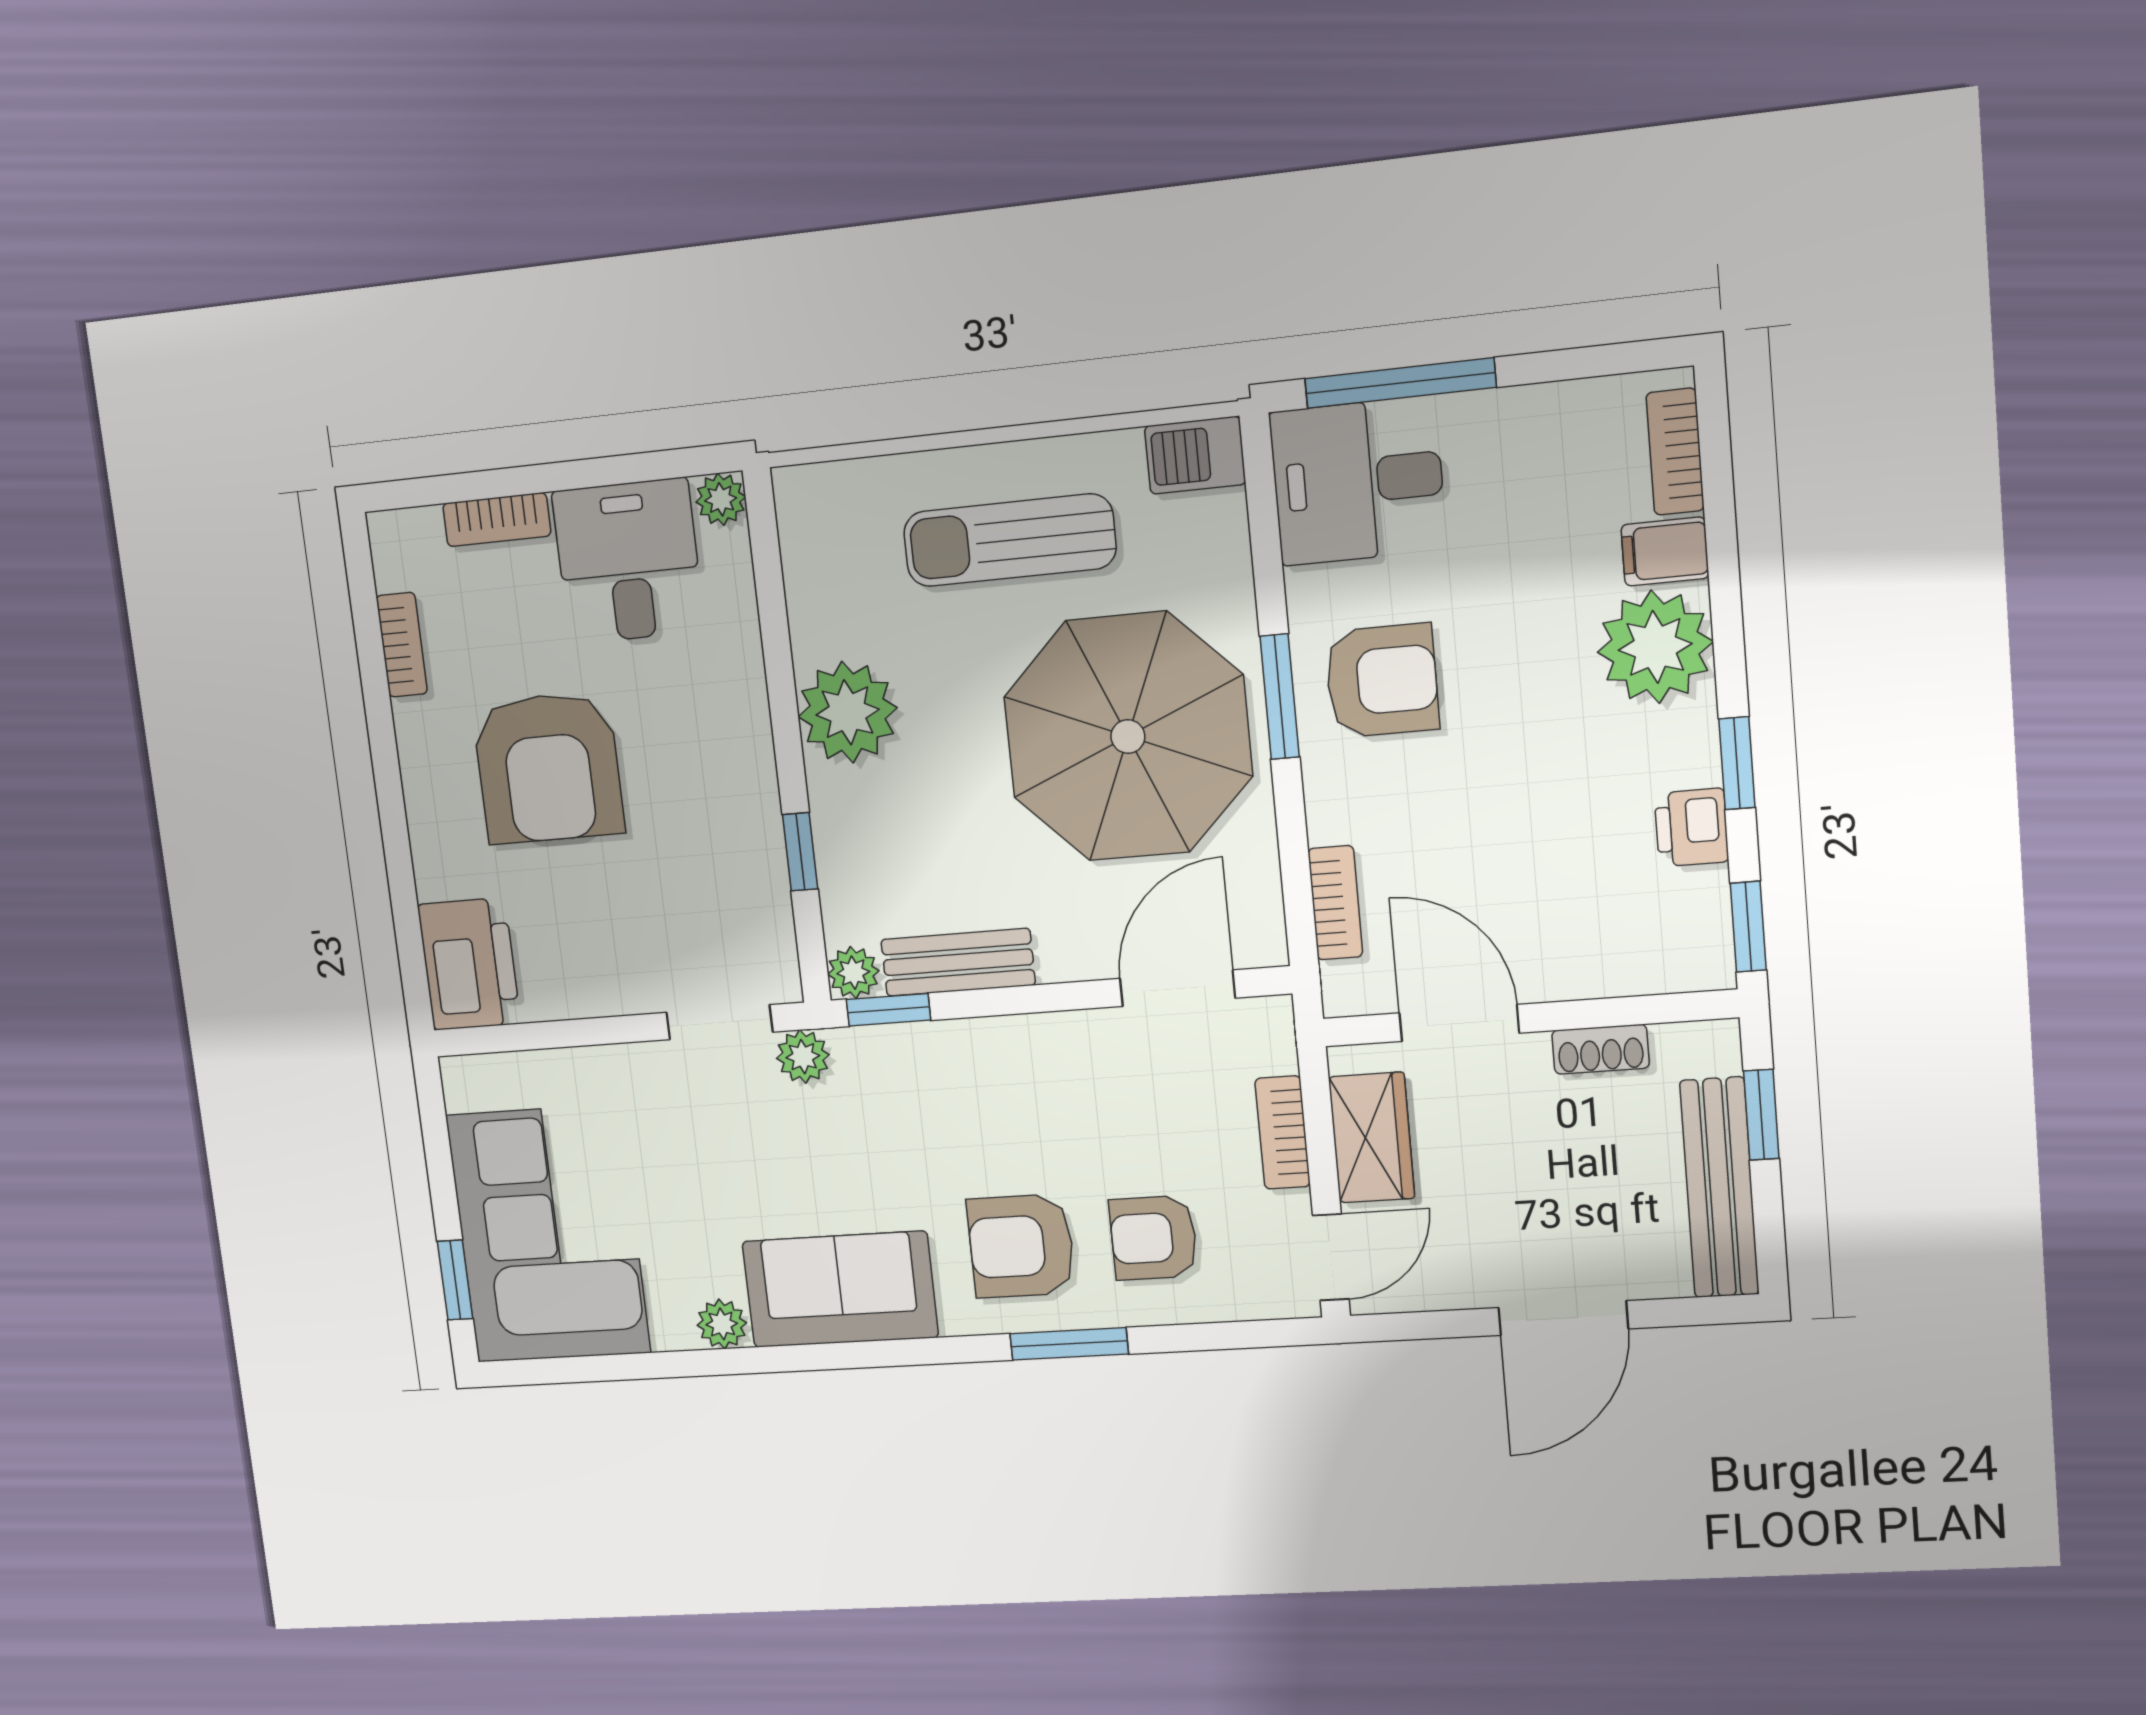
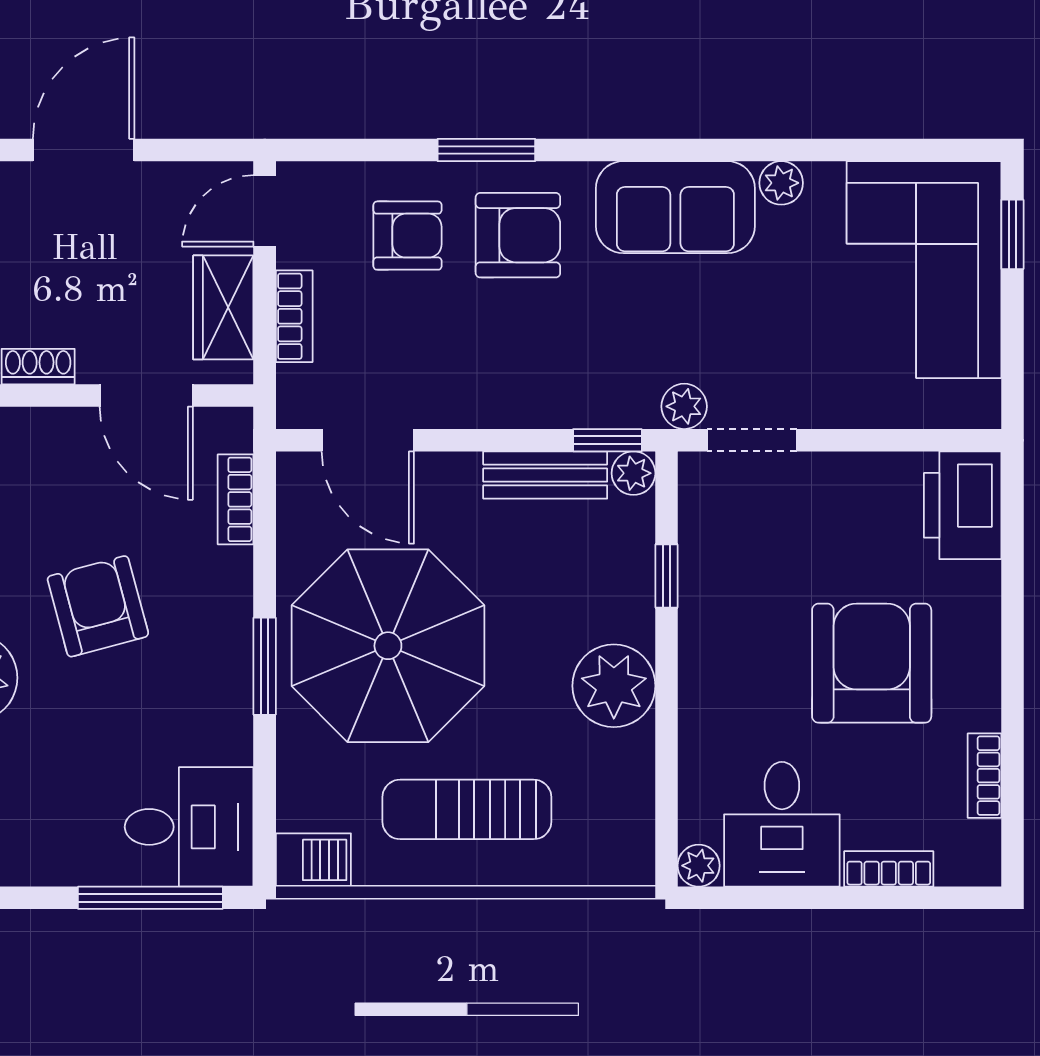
sun lounger: (1010, 540) -> (467, 809), turned 180
armchair: (1382, 681) -> (98, 606), moved, turned 75
door: (1178, 988) -> (368, 440), hinge flipped

